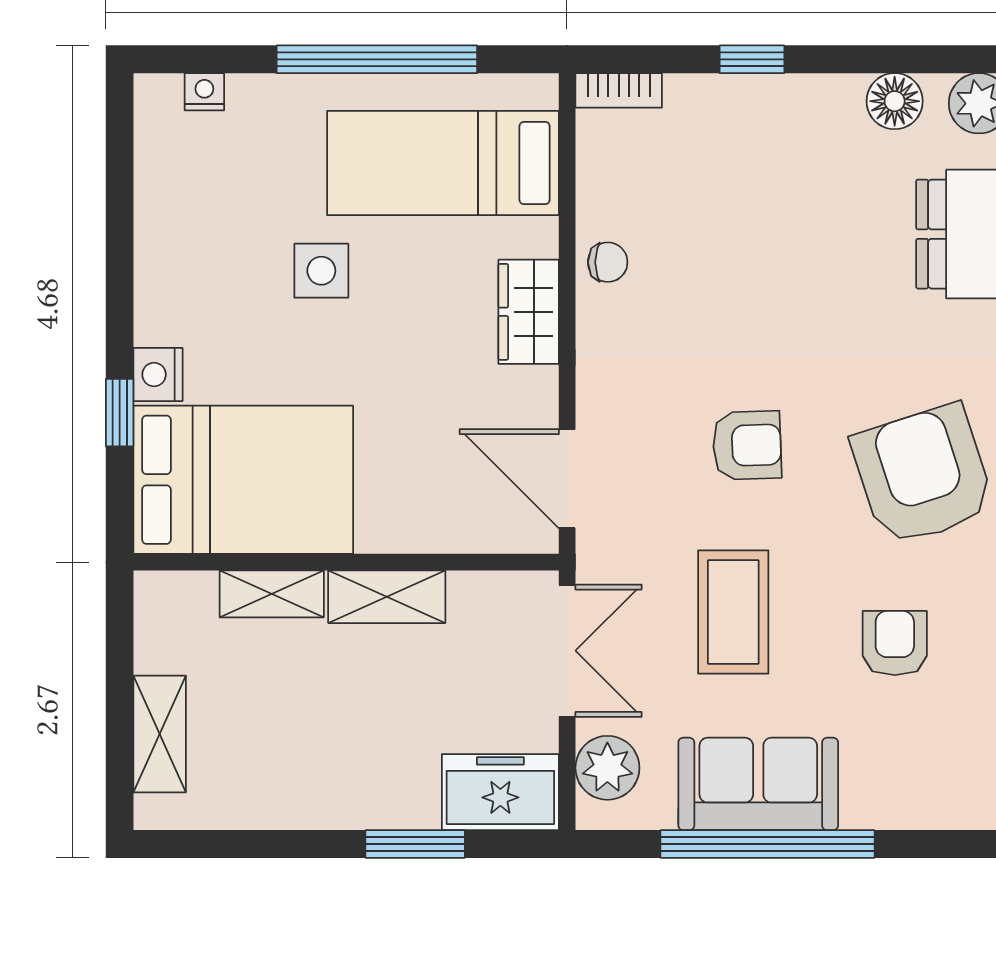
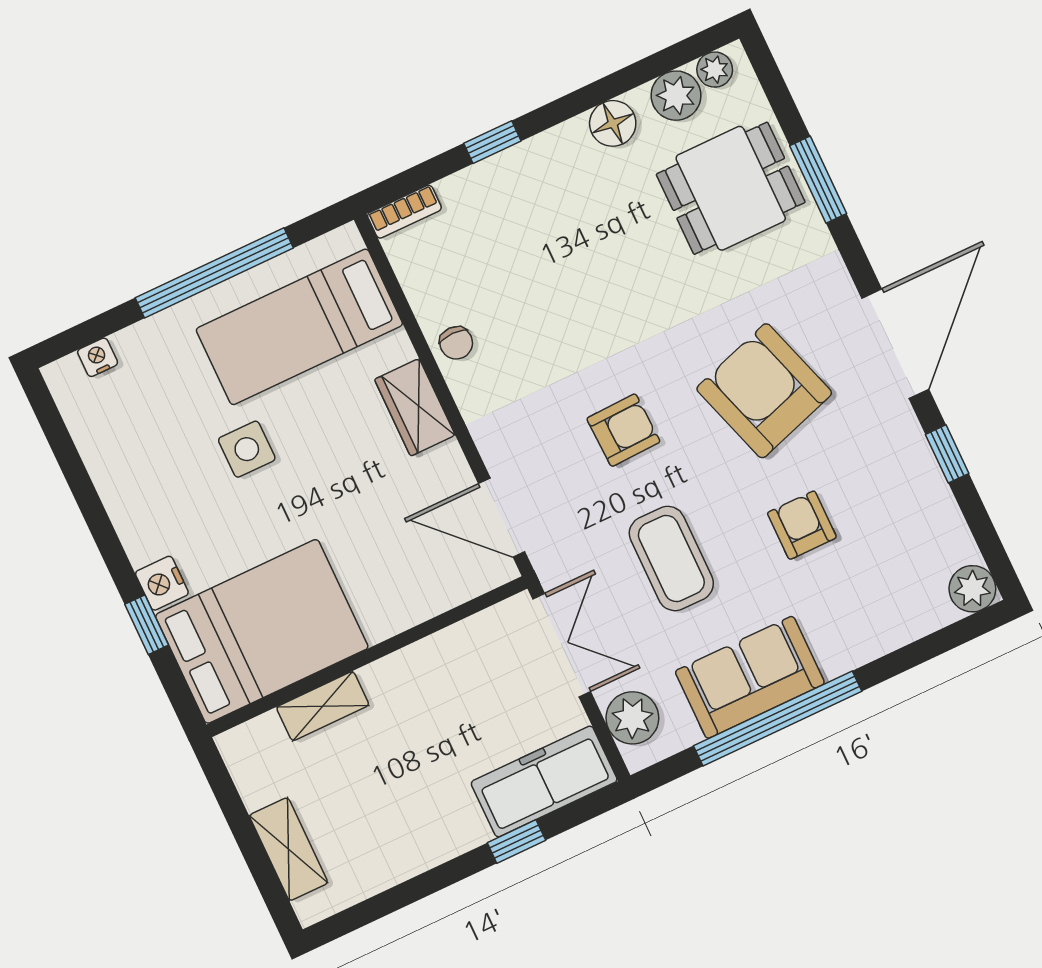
chair: (608, 262) -> (456, 343), turned 90
shelving: (387, 597) -> (409, 668), removed
freezer: (500, 792) -> (544, 781), width x1.40
window: (415, 844) -> (516, 841), width x0.67

